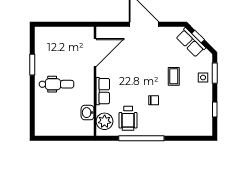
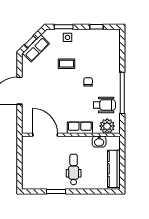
kitchen counter: (57, 129) -> (114, 169), added

